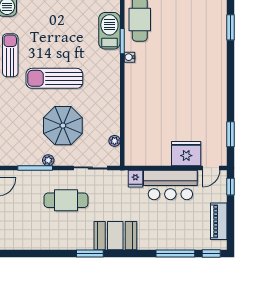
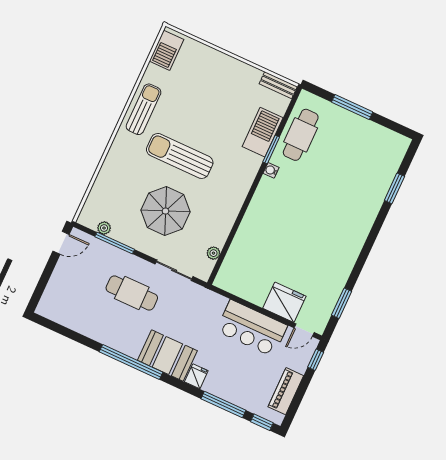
plant: (48, 160) -> (104, 228), moved
fridge: (135, 179) -> (196, 376), moved, turned 180
window: (90, 253) -> (131, 362), width x2.11

